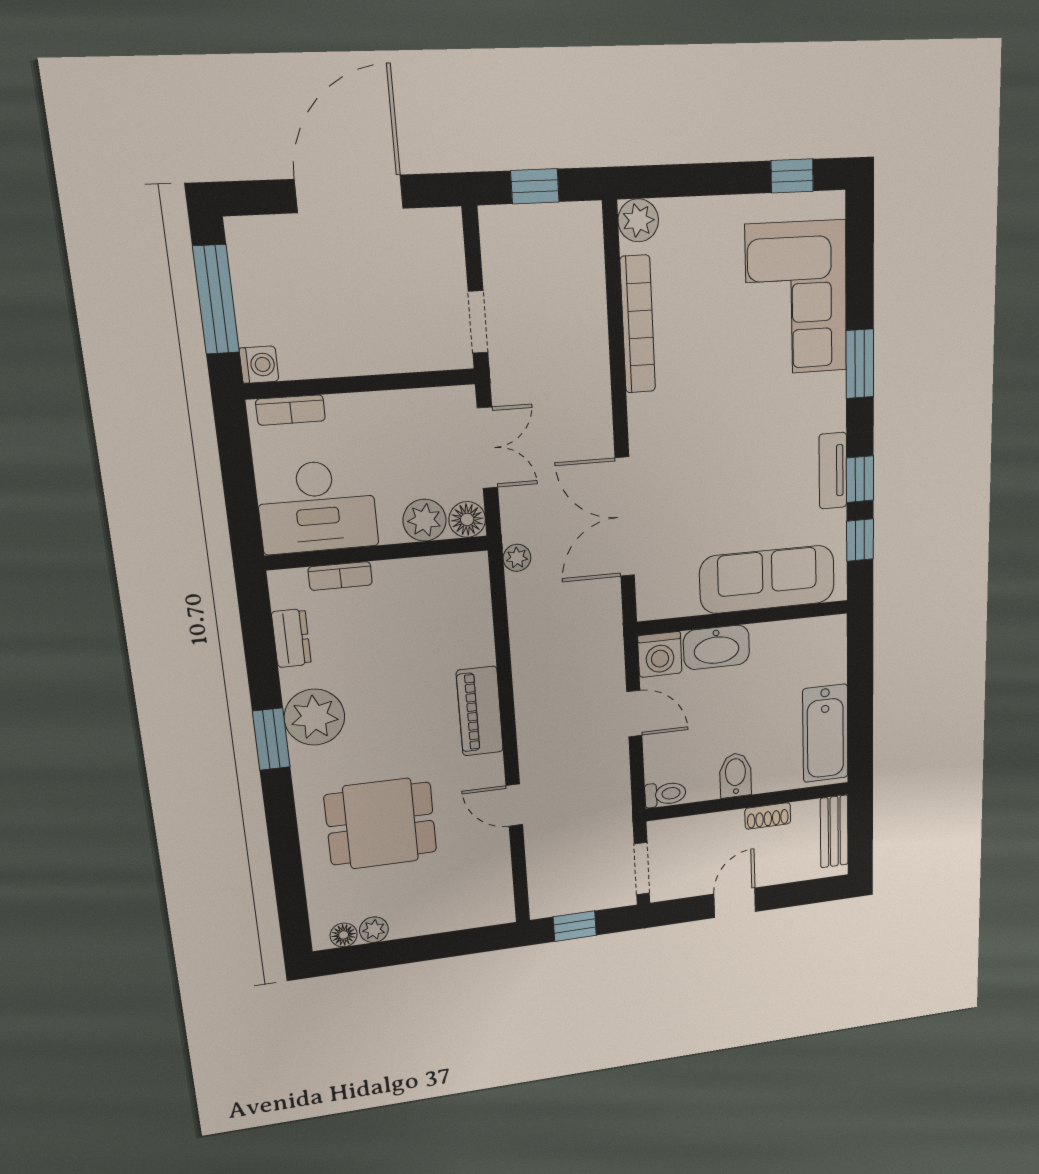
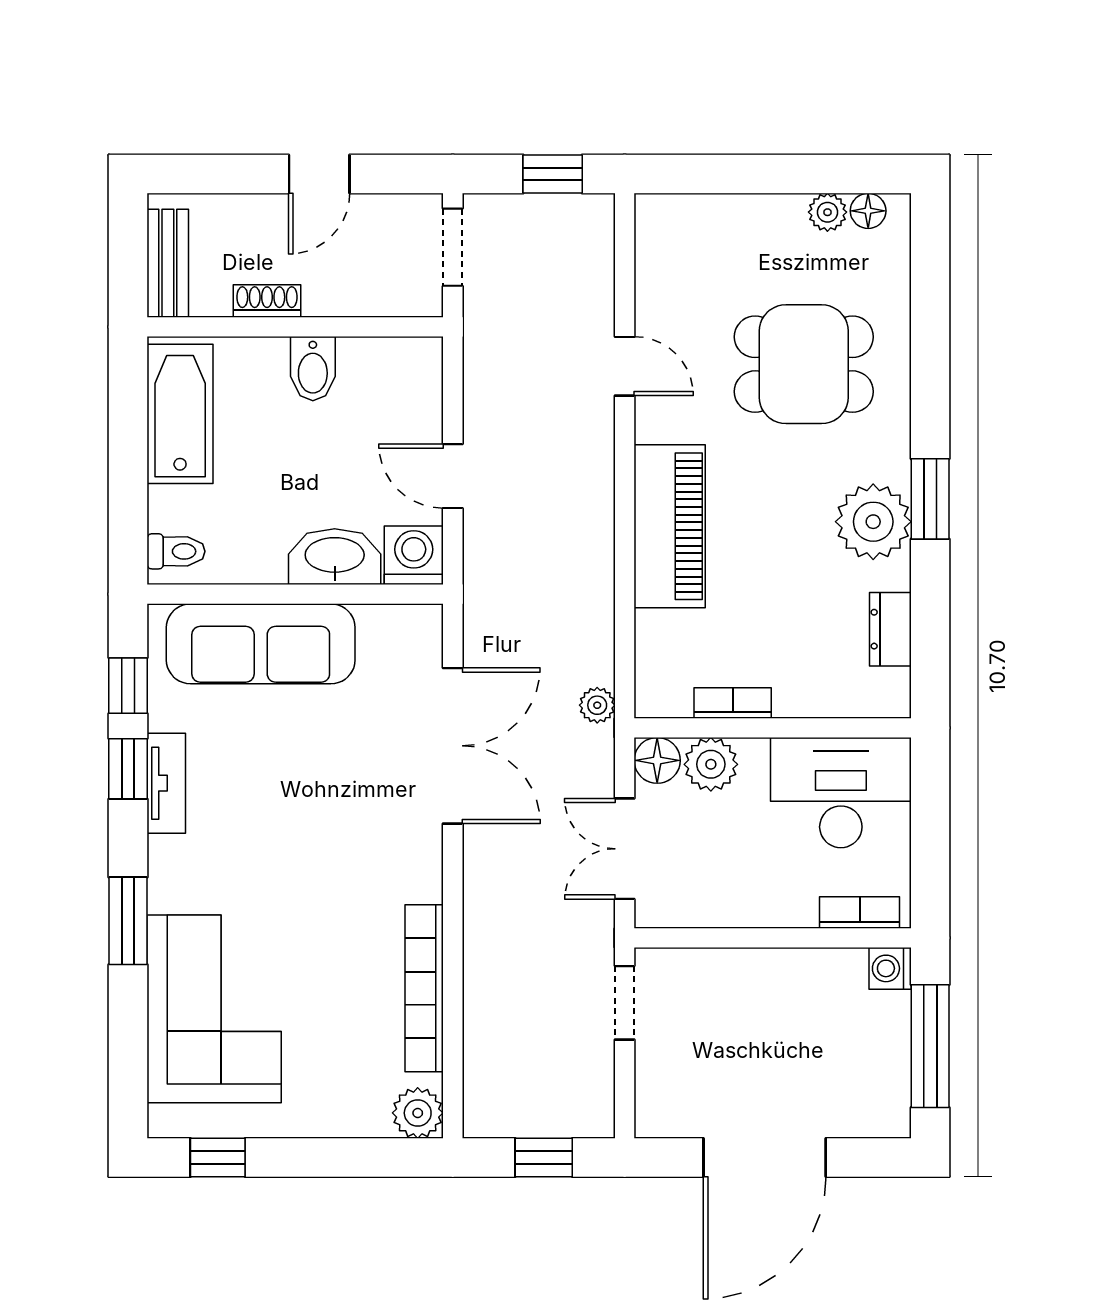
bookcase: (340, 576) -> (733, 703), moved
piano: (480, 711) -> (670, 526), width x1.37, depth x1.33
toilet: (665, 794) -> (176, 551), moved, turned 180

